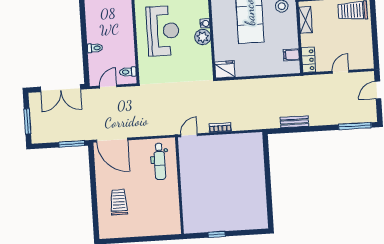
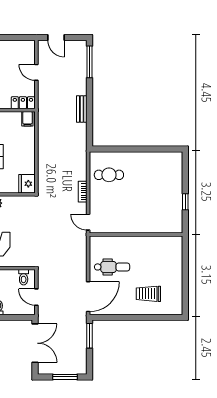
filing cabinet: (291, 55) -> (27, 119), moved
bench: (295, 122) -> (82, 109), moved
cafe table: (239, 154) -> (109, 175), added
dental chair: (160, 161) -> (112, 267), moved

